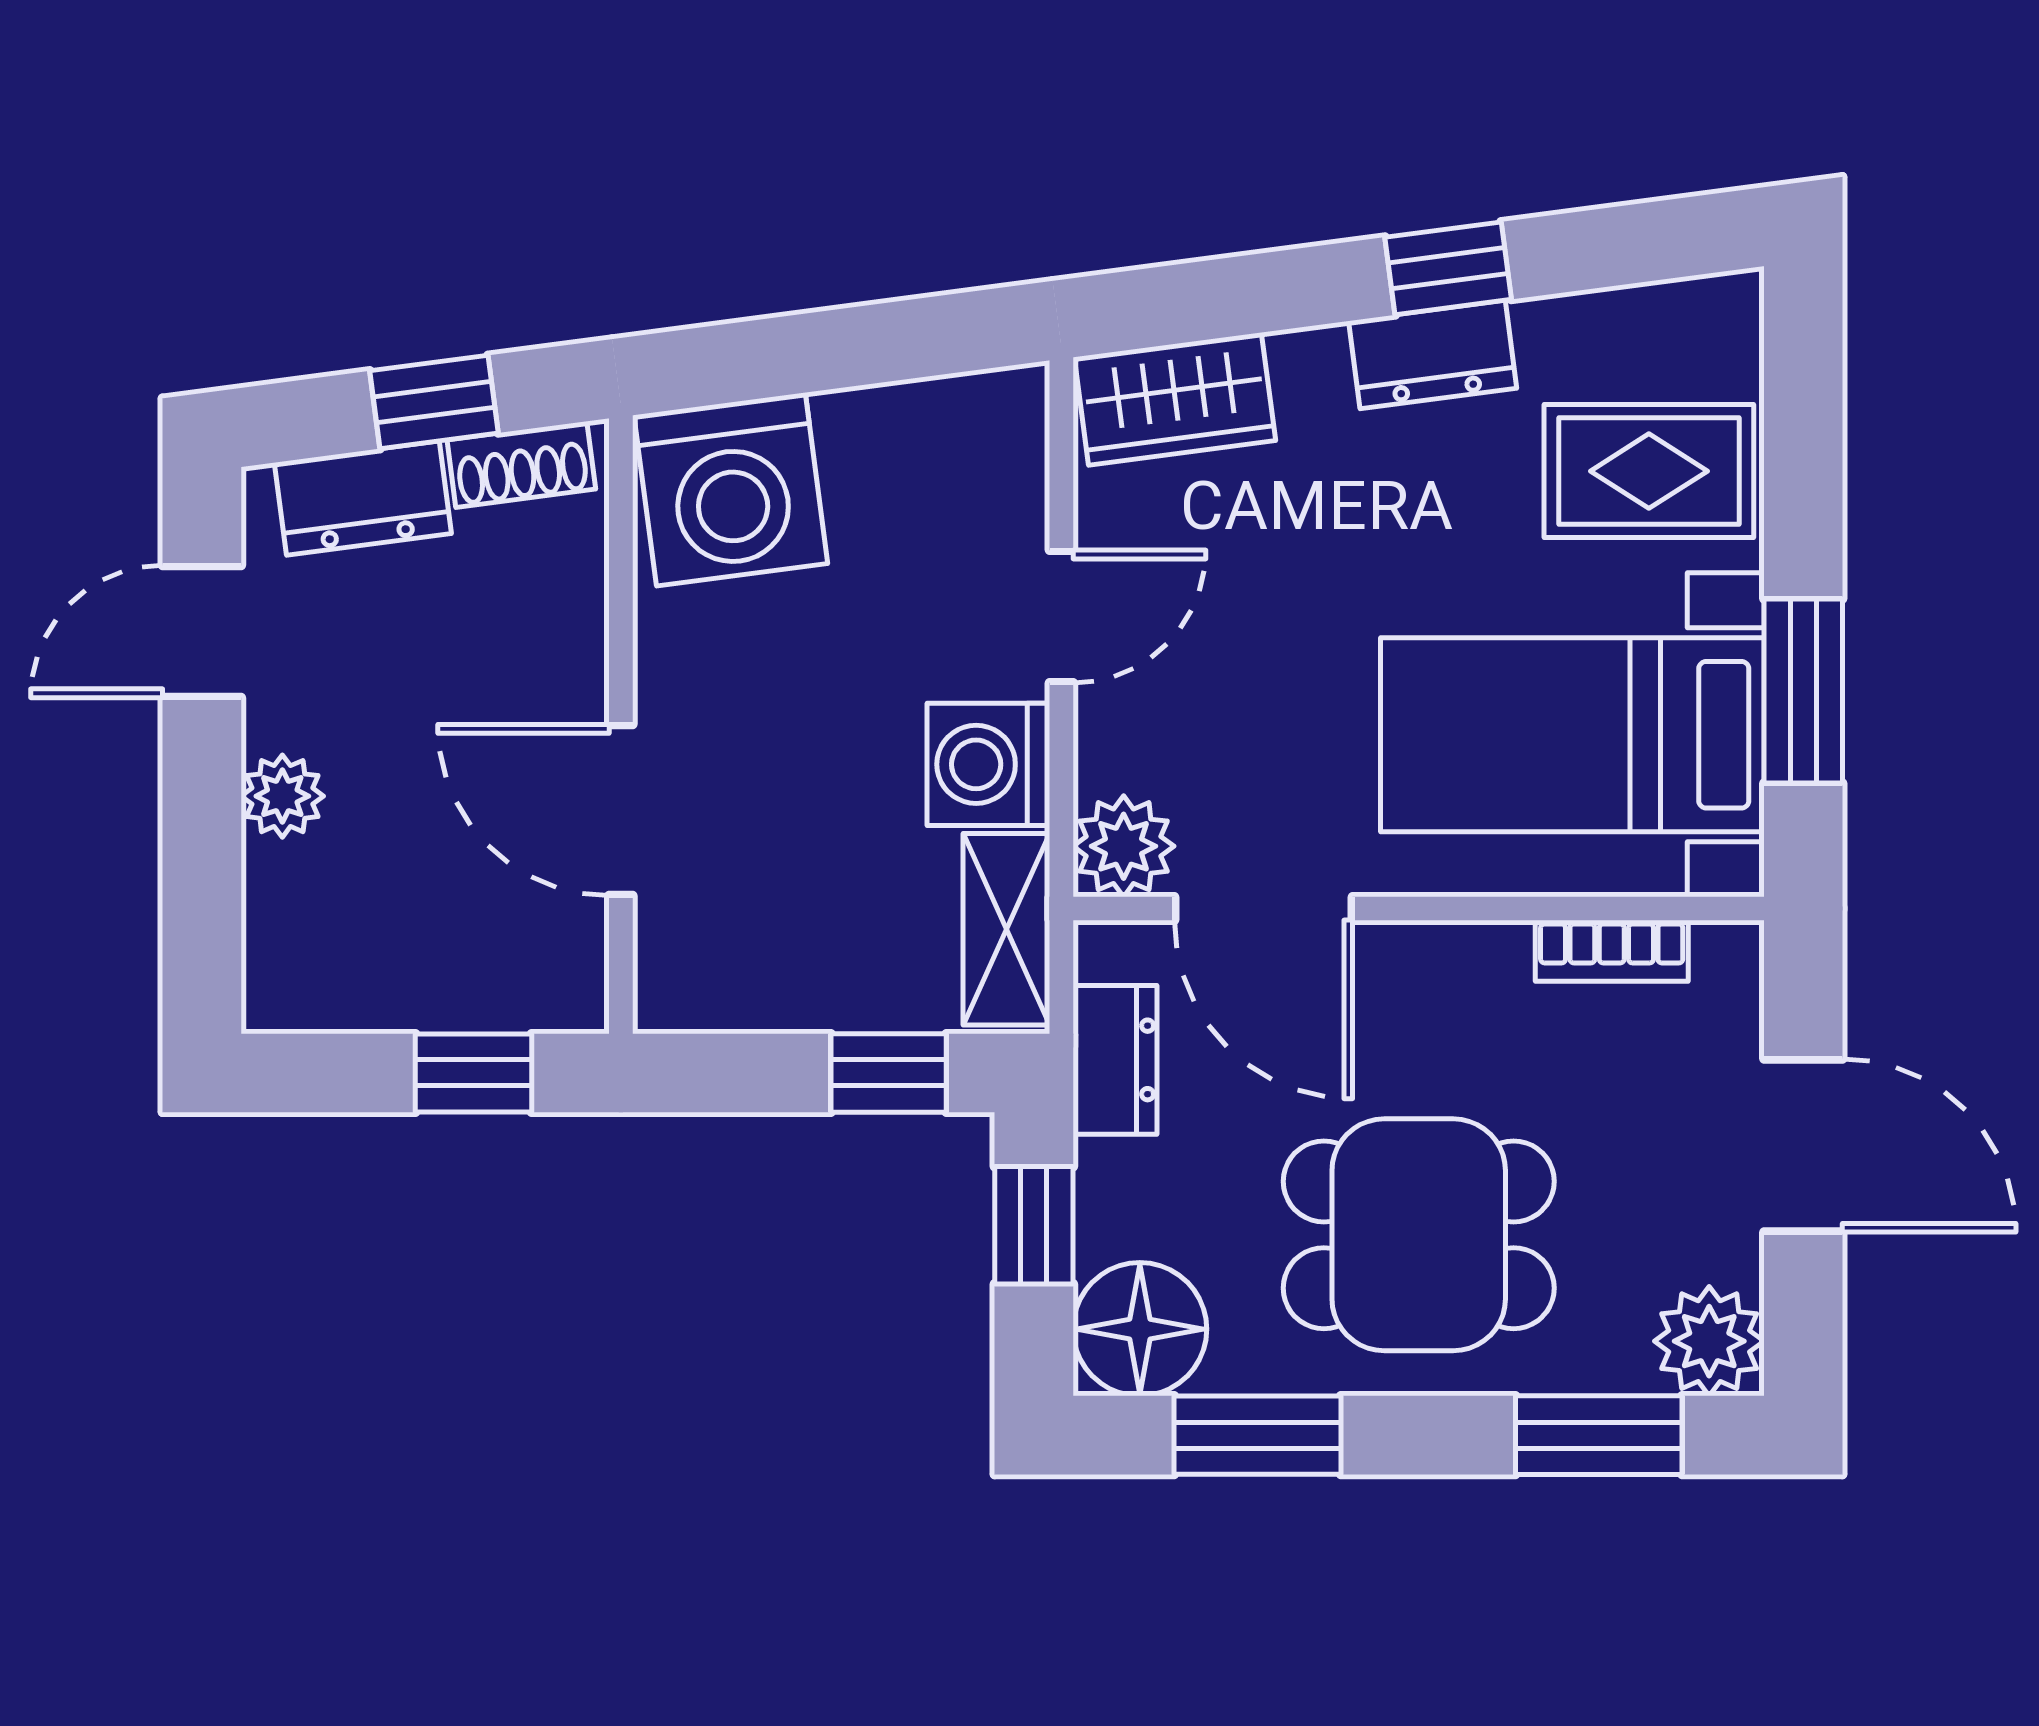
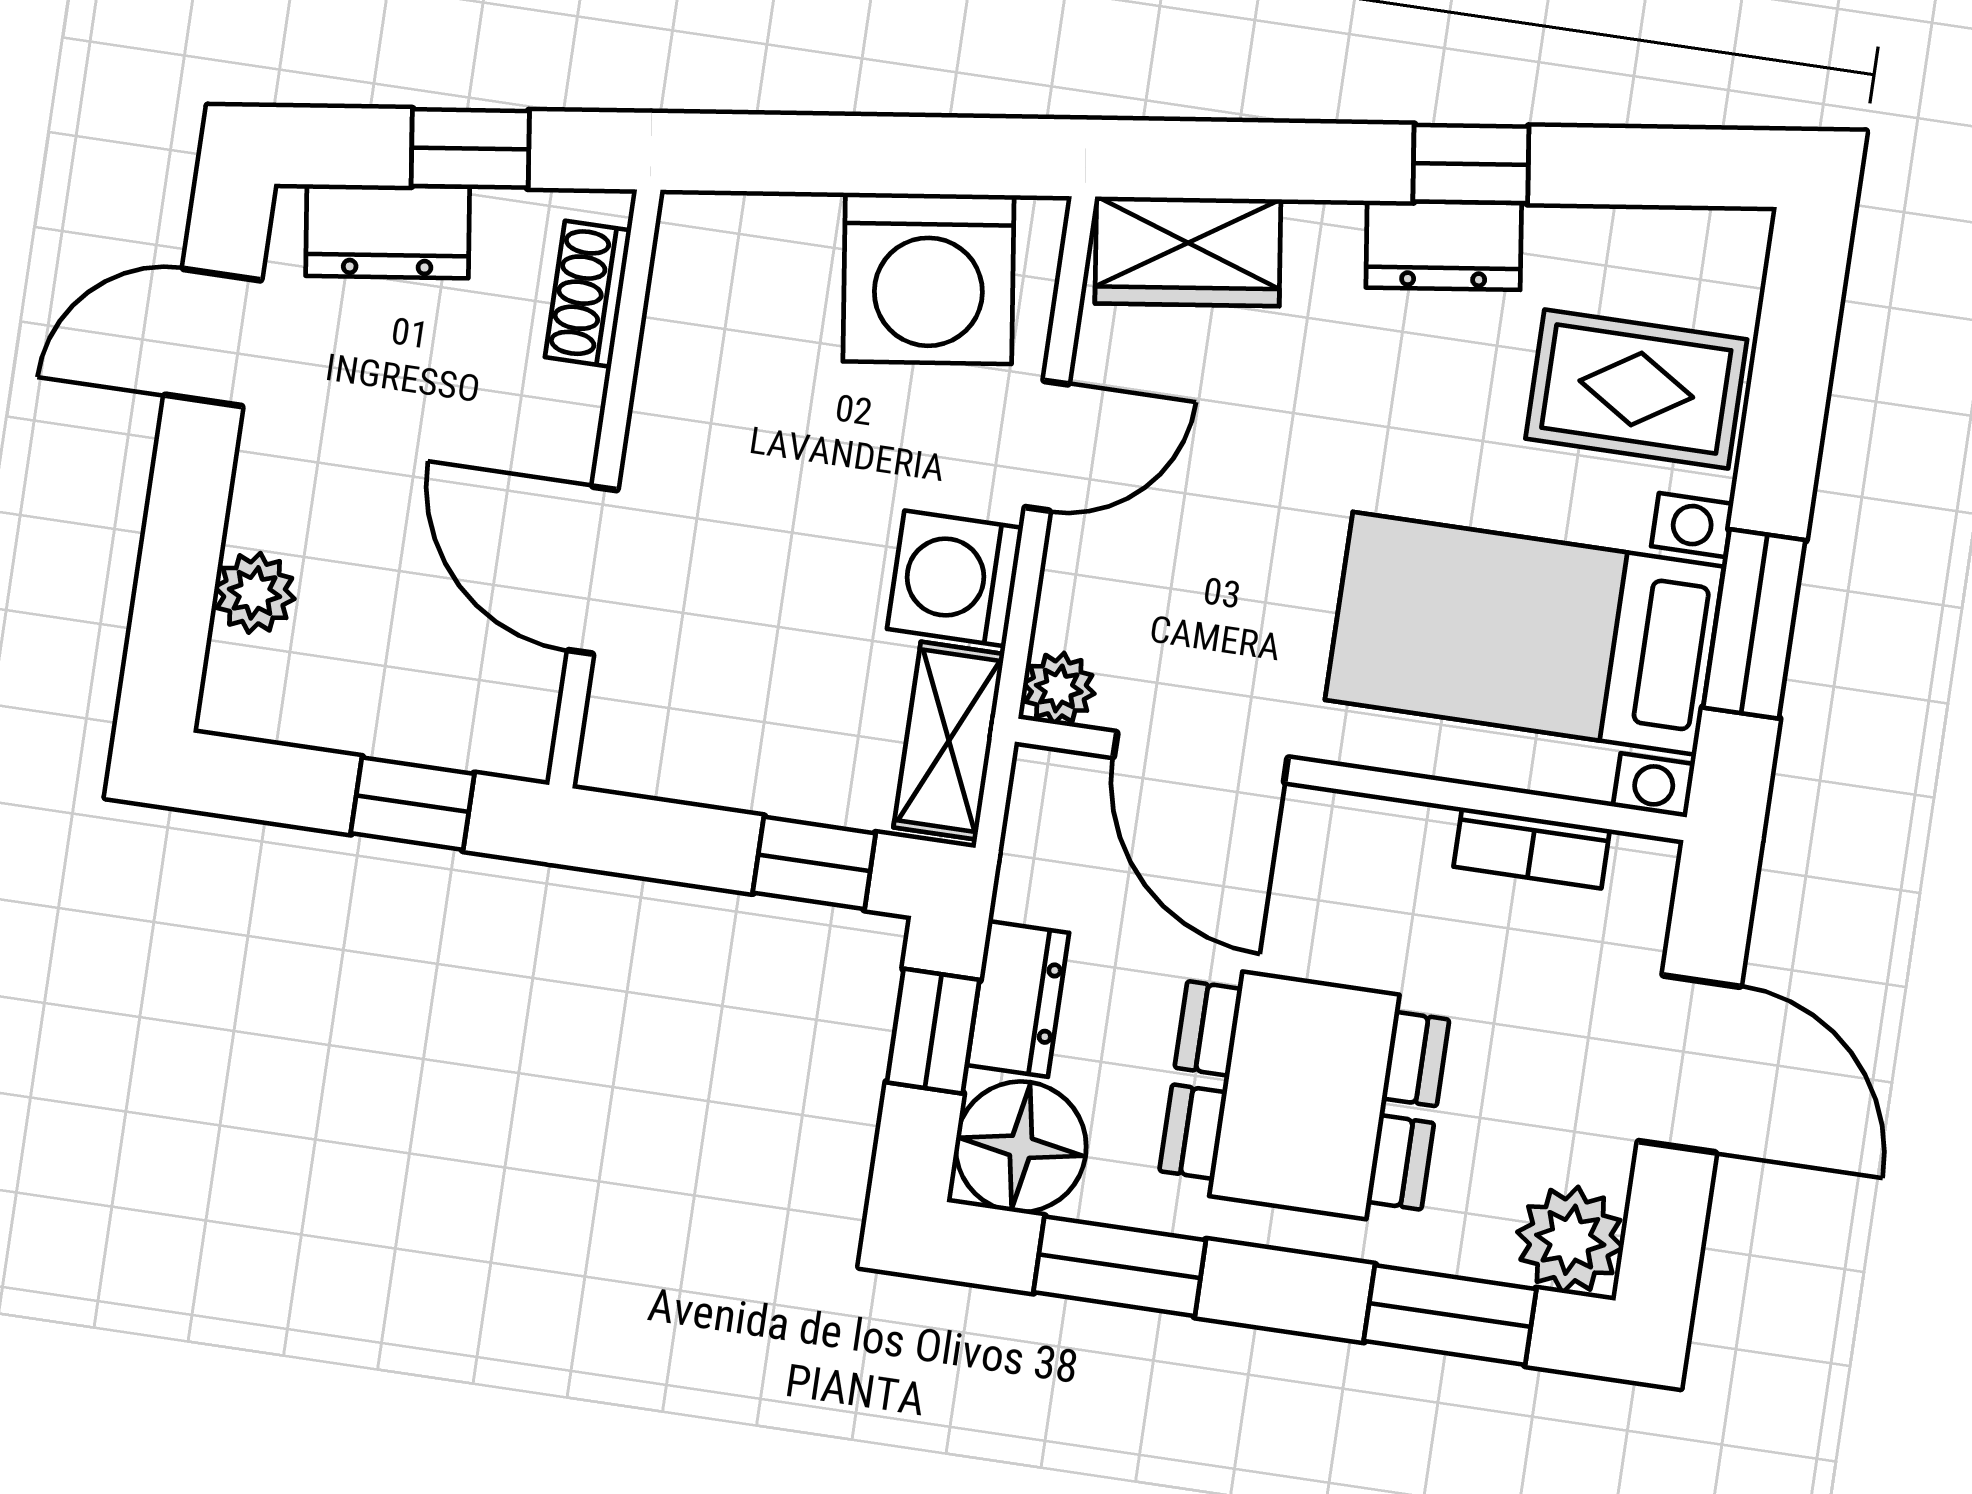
shoe rack: (521, 464) -> (588, 294), moved, turned 98
washing machine: (731, 489) -> (929, 278), moved
plant: (282, 796) -> (255, 593), moved
plant: (1124, 846) -> (1059, 688), width x0.73, depth x0.73
dresser: (1115, 1060) -> (1018, 999), moved

